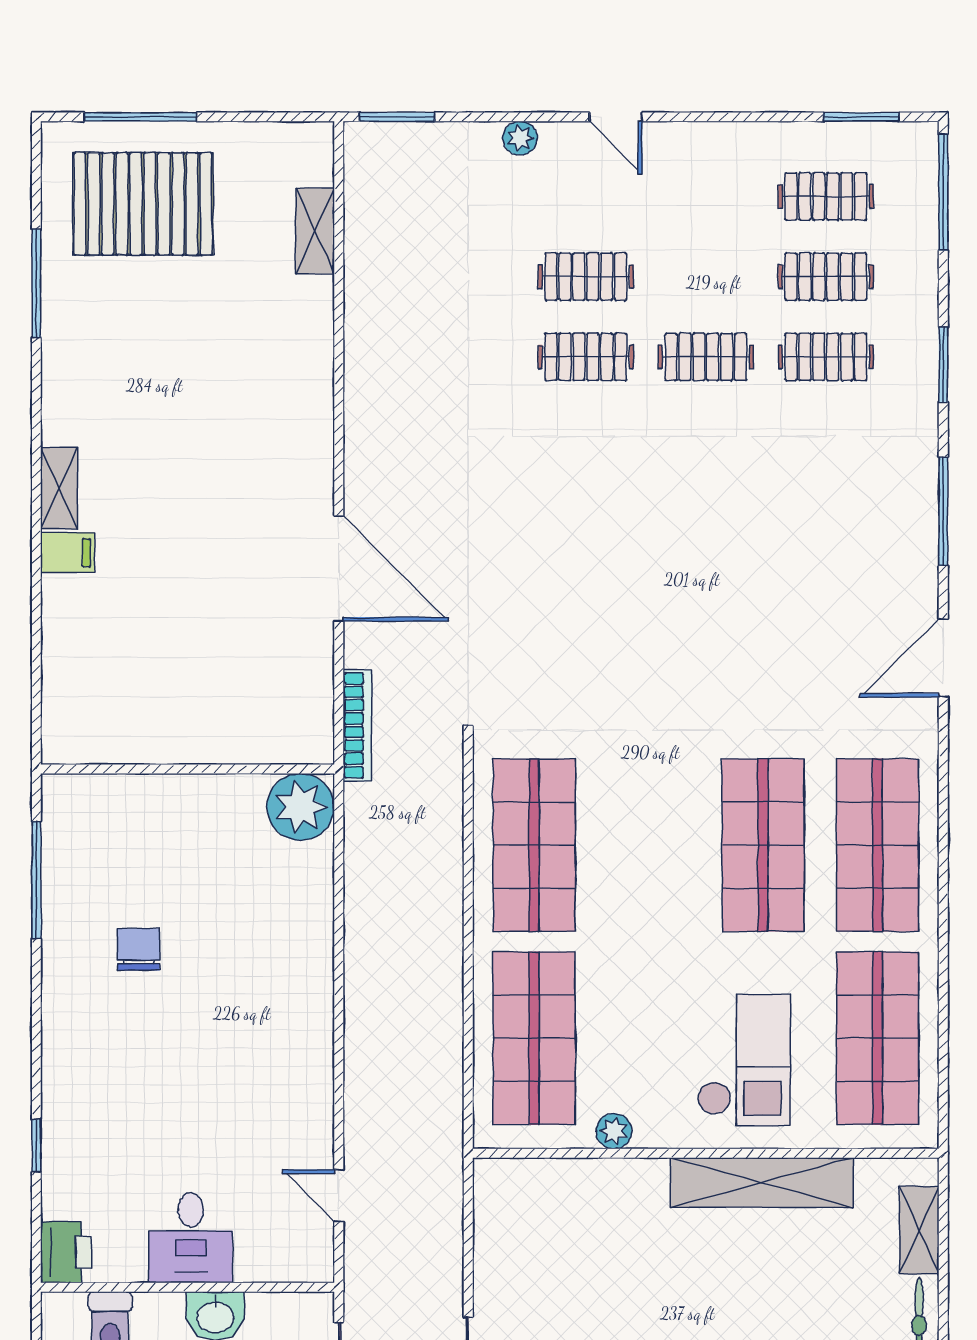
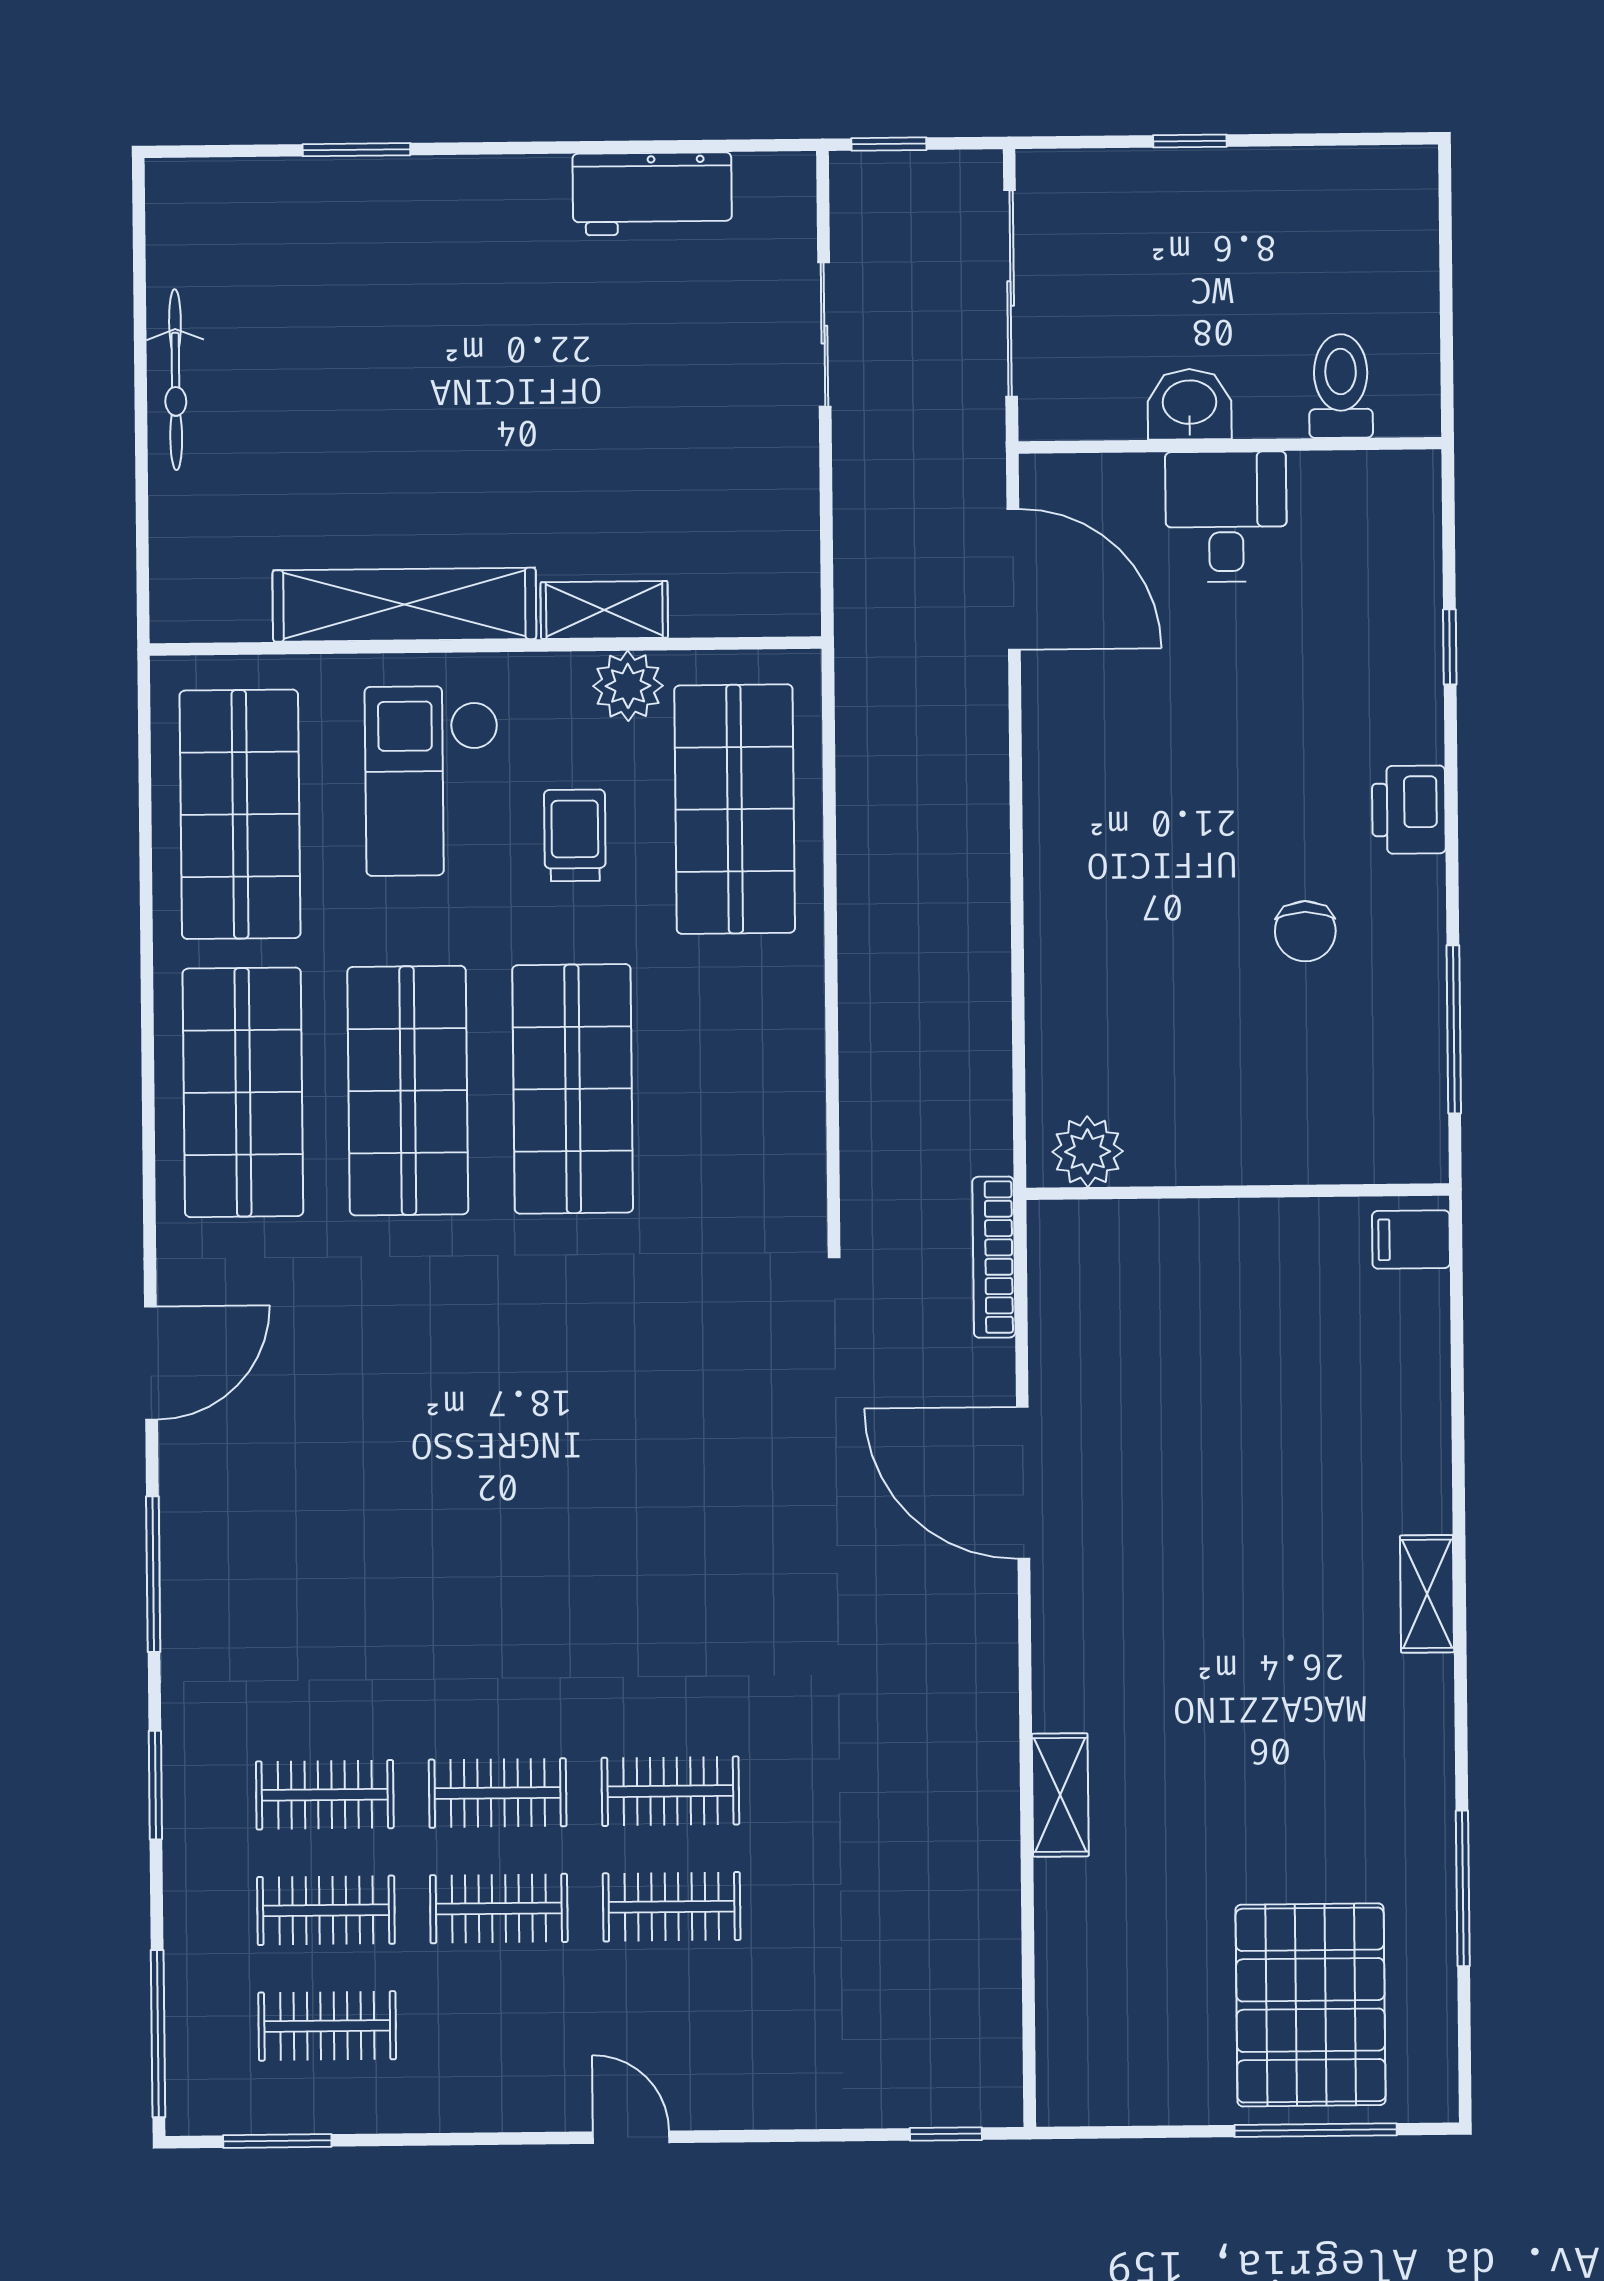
window: (397, 117) -> (946, 2134), width x0.67
plant: (520, 138) -> (768, 2105), removed
pallet: (143, 204) -> (1311, 2005), turned 90
shelving: (315, 231) -> (1060, 1795), moved
clothes rail: (706, 277) -> (499, 1909), added
filing cabinet: (68, 553) -> (1411, 1240), moved
plant: (300, 807) -> (1088, 1152), width x0.73, depth x0.73
shop shelf: (534, 845) -> (573, 1089), moved
trolley: (645, 1021) -> (575, 835), added
plant: (614, 1131) -> (628, 686), width x1.38, depth x1.38
door: (339, 1196) -> (1014, 579), width x1.87
shelving: (919, 1230) -> (604, 610), moved, turned 90
printer: (66, 1252) -> (1409, 810), moved

